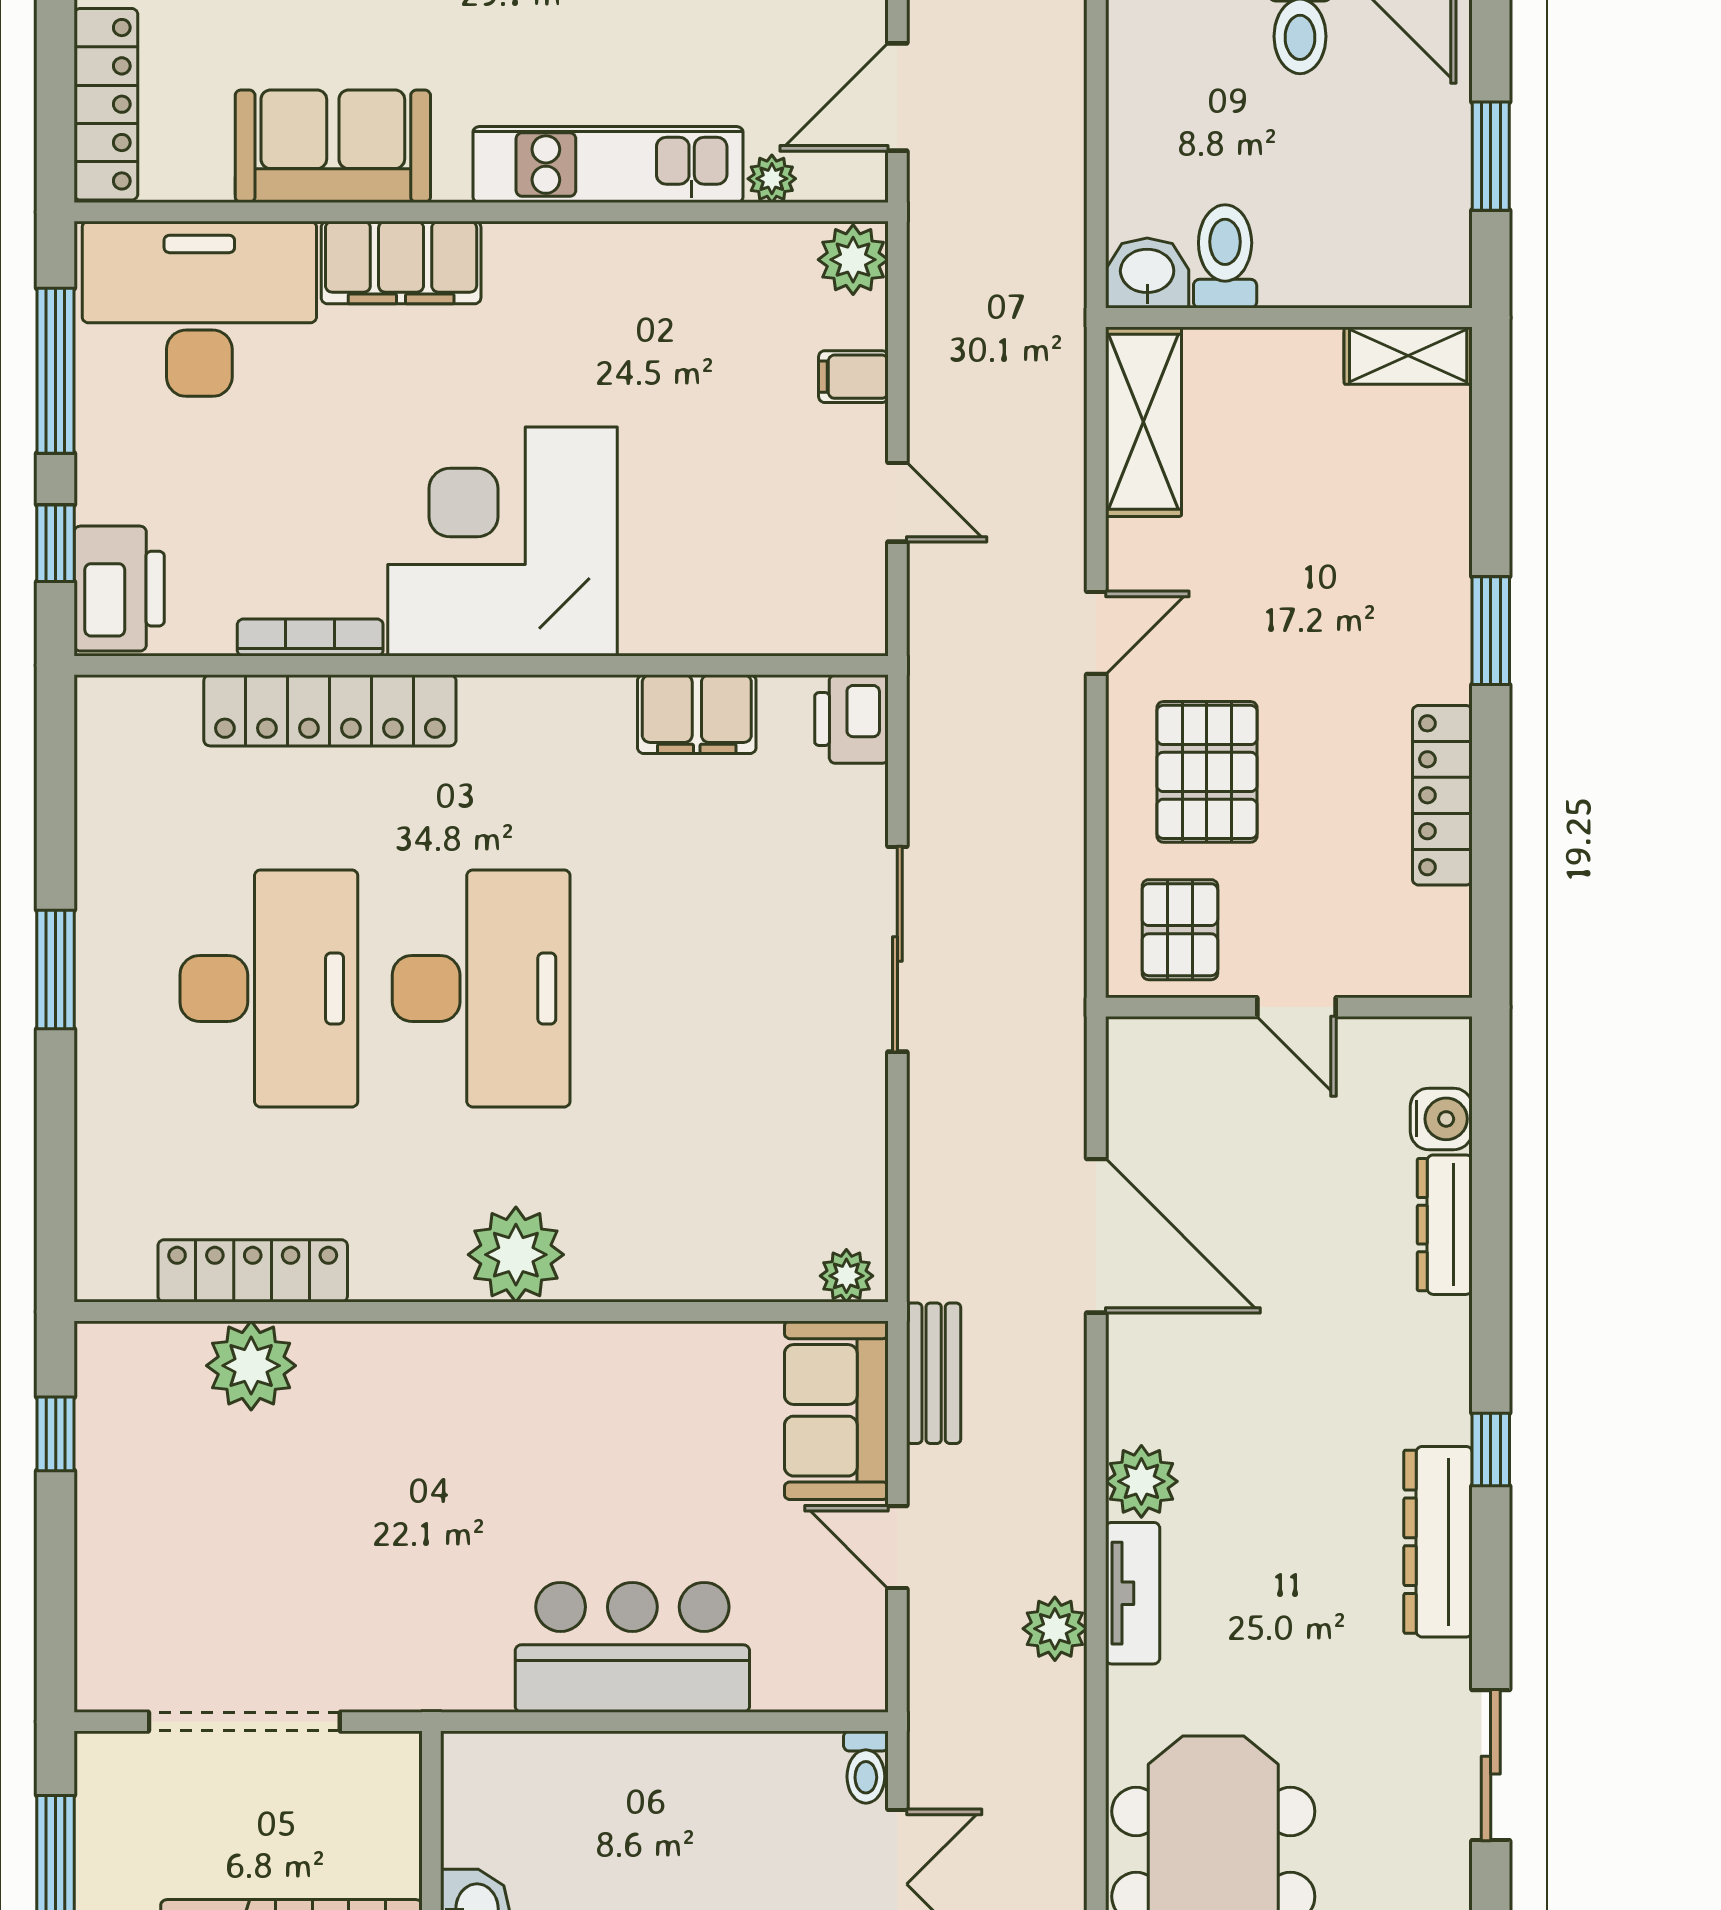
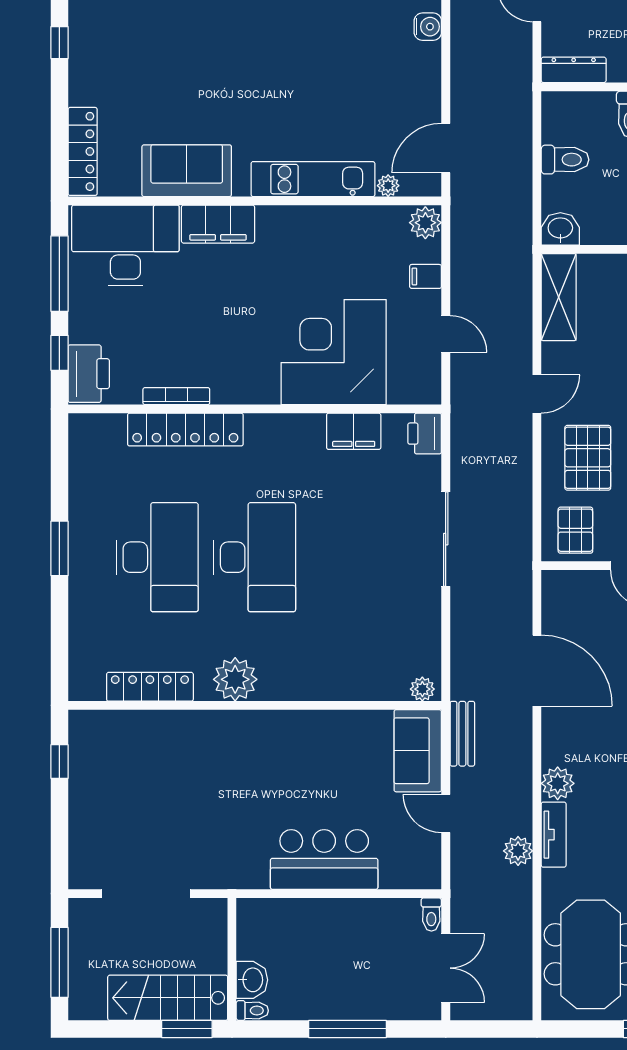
toilet: (1225, 256) -> (565, 160), moved, turned 90
corner desk: (503, 542) -> (334, 352), moved
plant: (516, 1255) -> (235, 679), moved
plant: (251, 1366) -> (149, 730), removed

